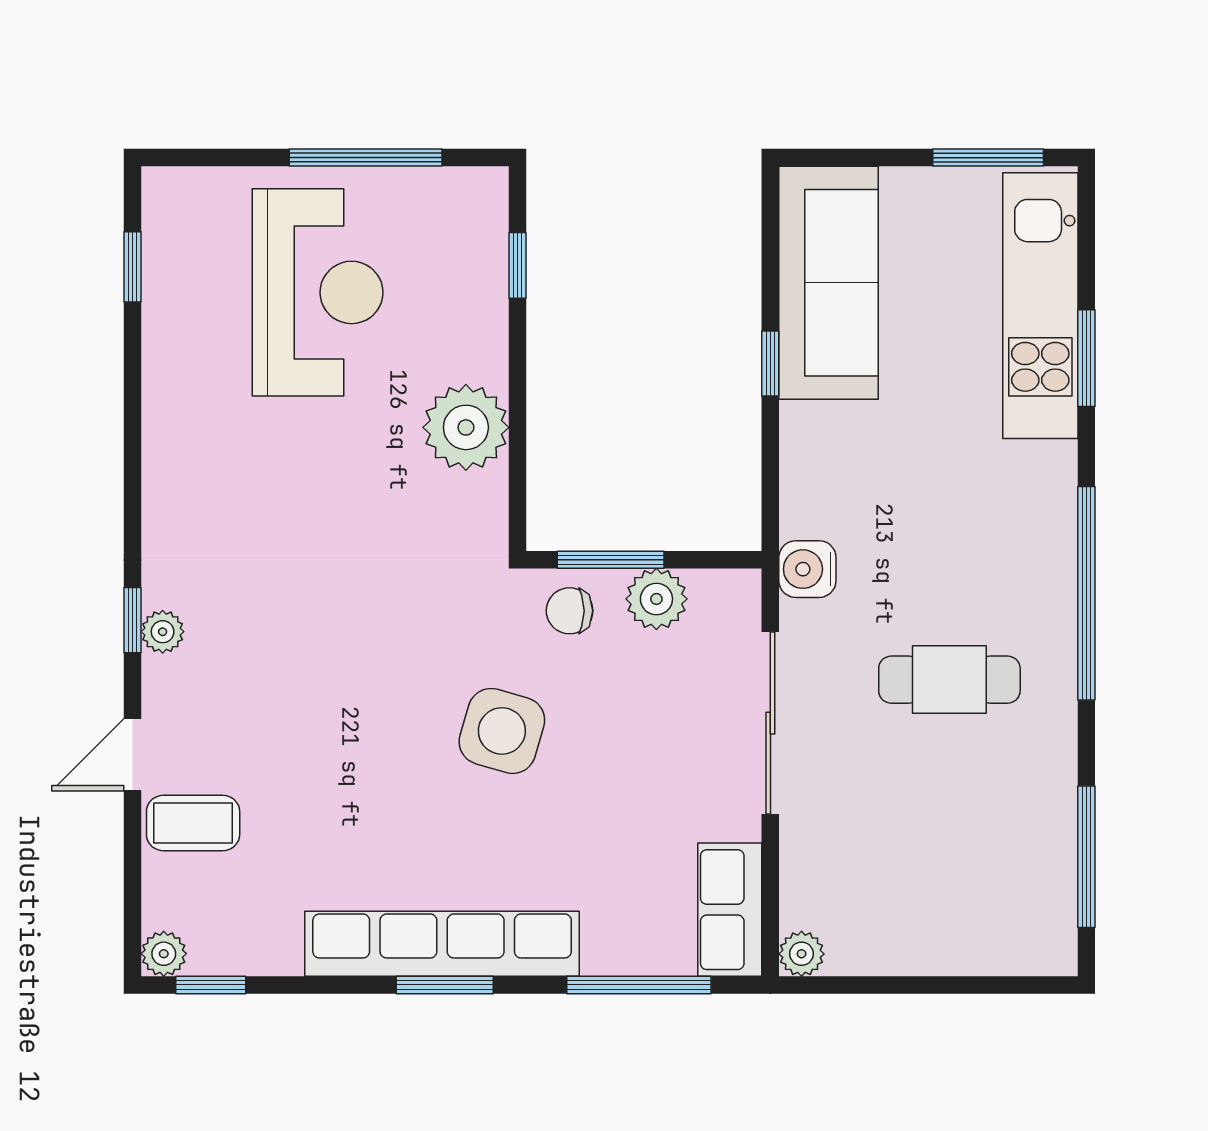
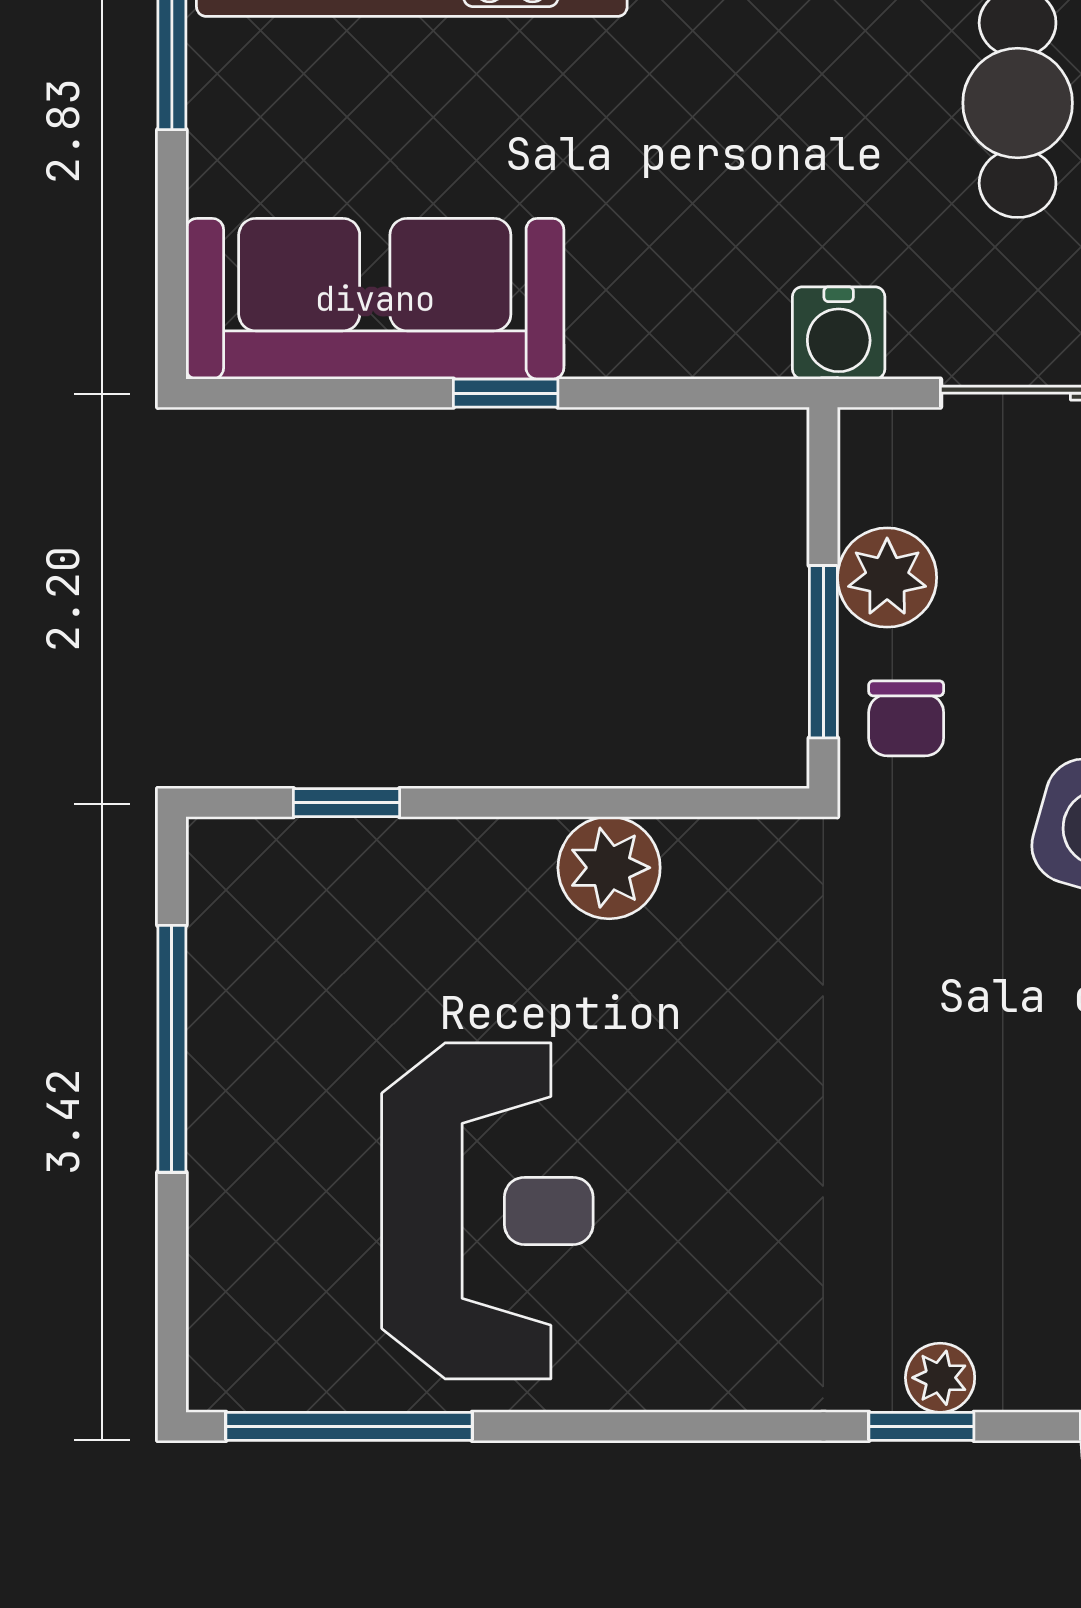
window: (133, 267) -> (349, 1426), width x2.17
reception desk: (318, 292) -> (487, 1211), moved, turned 90
plant: (466, 427) -> (609, 868), width x0.73, depth x0.73

